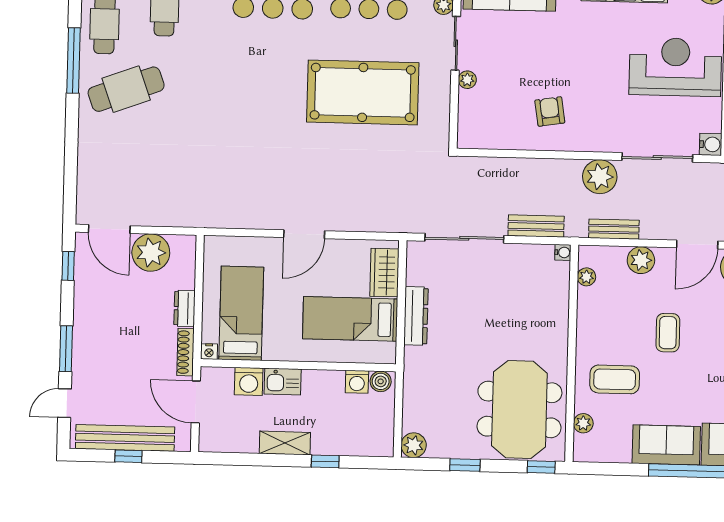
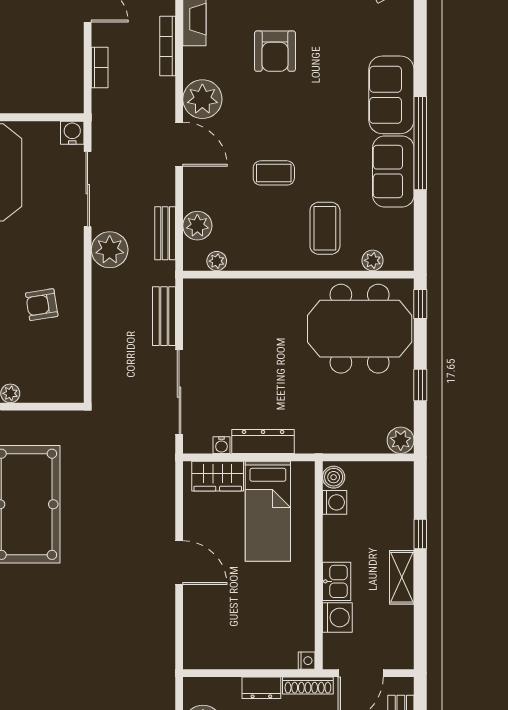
water cooler: (563, 252) -> (221, 445), moved, turned 180
plant: (641, 260) -> (197, 226), moved
bed: (241, 313) -> (265, 627), removed

